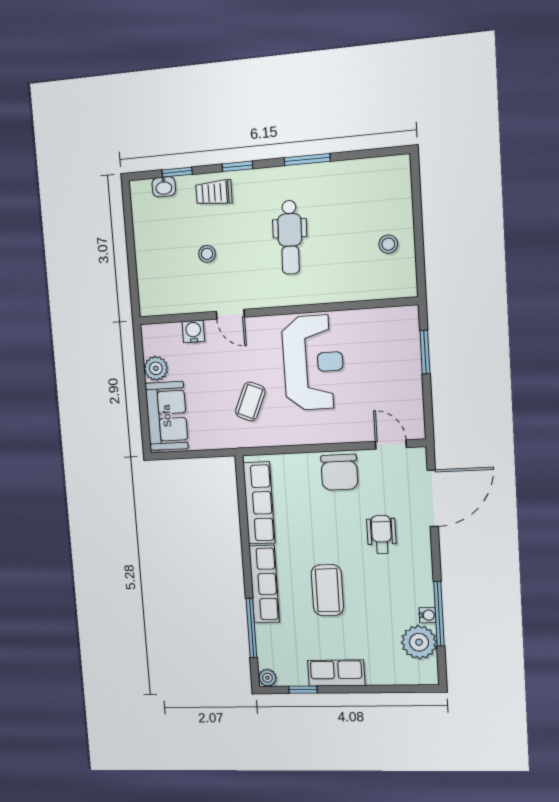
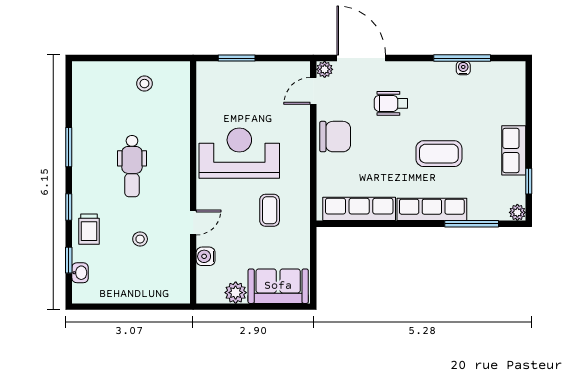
dental chair: (290, 237) -> (132, 166), turned 88
coffee table: (250, 401) -> (270, 210), turned 67
plant: (419, 642) -> (325, 69), moved, width x0.53, depth x0.53

